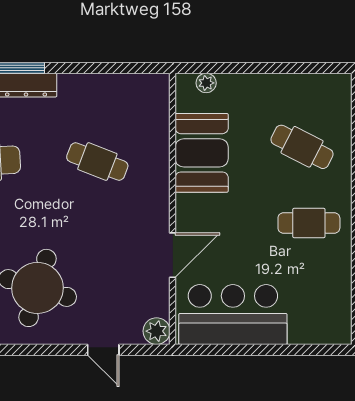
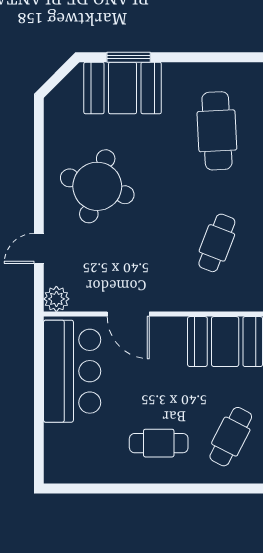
cafe table: (309, 223) -> (159, 443), turned 90

